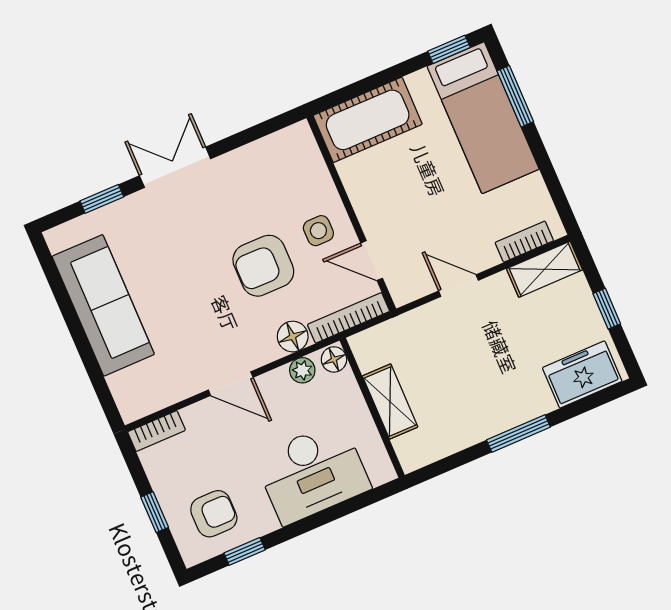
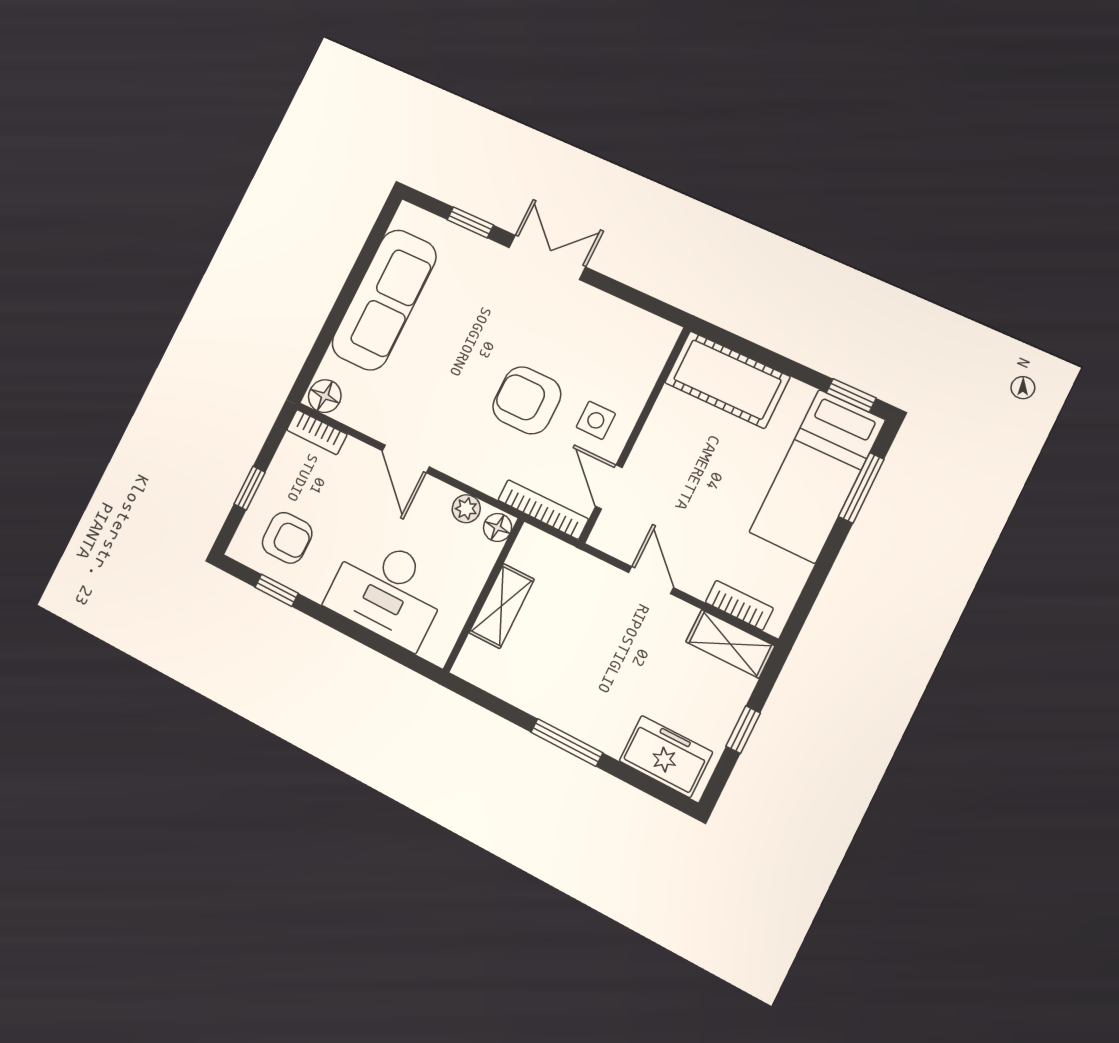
floor lamp: (293, 337) -> (325, 396), moved

